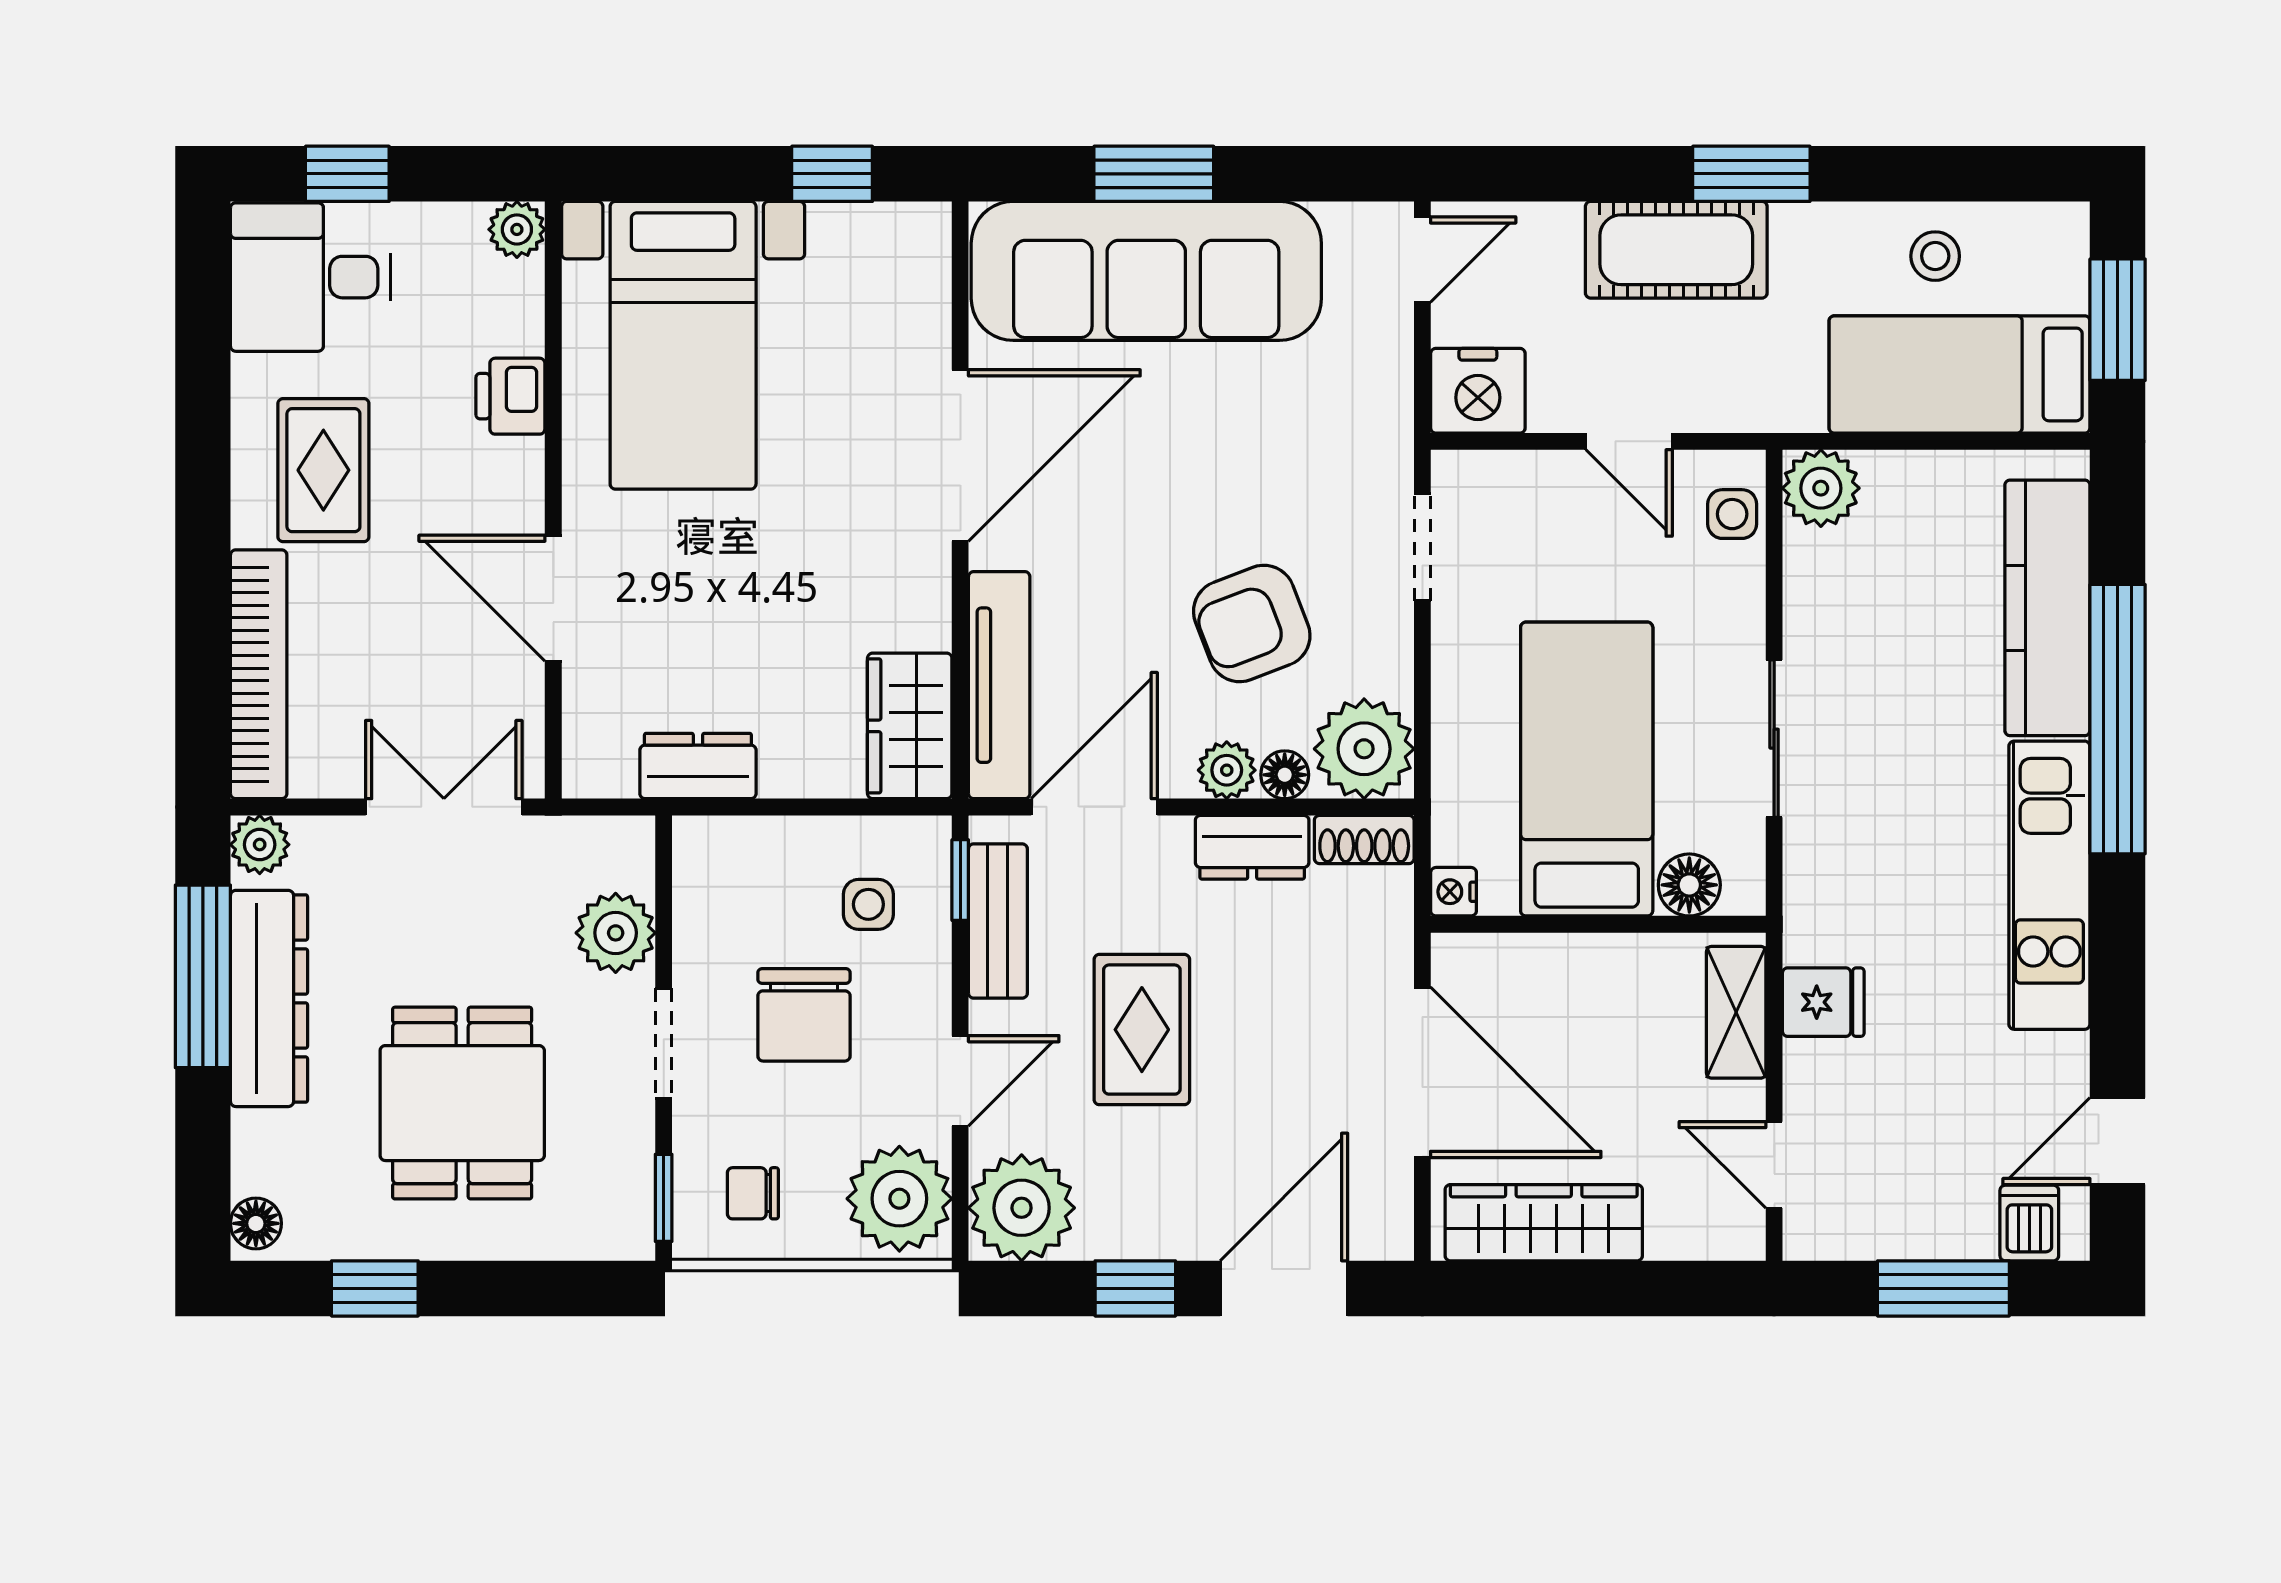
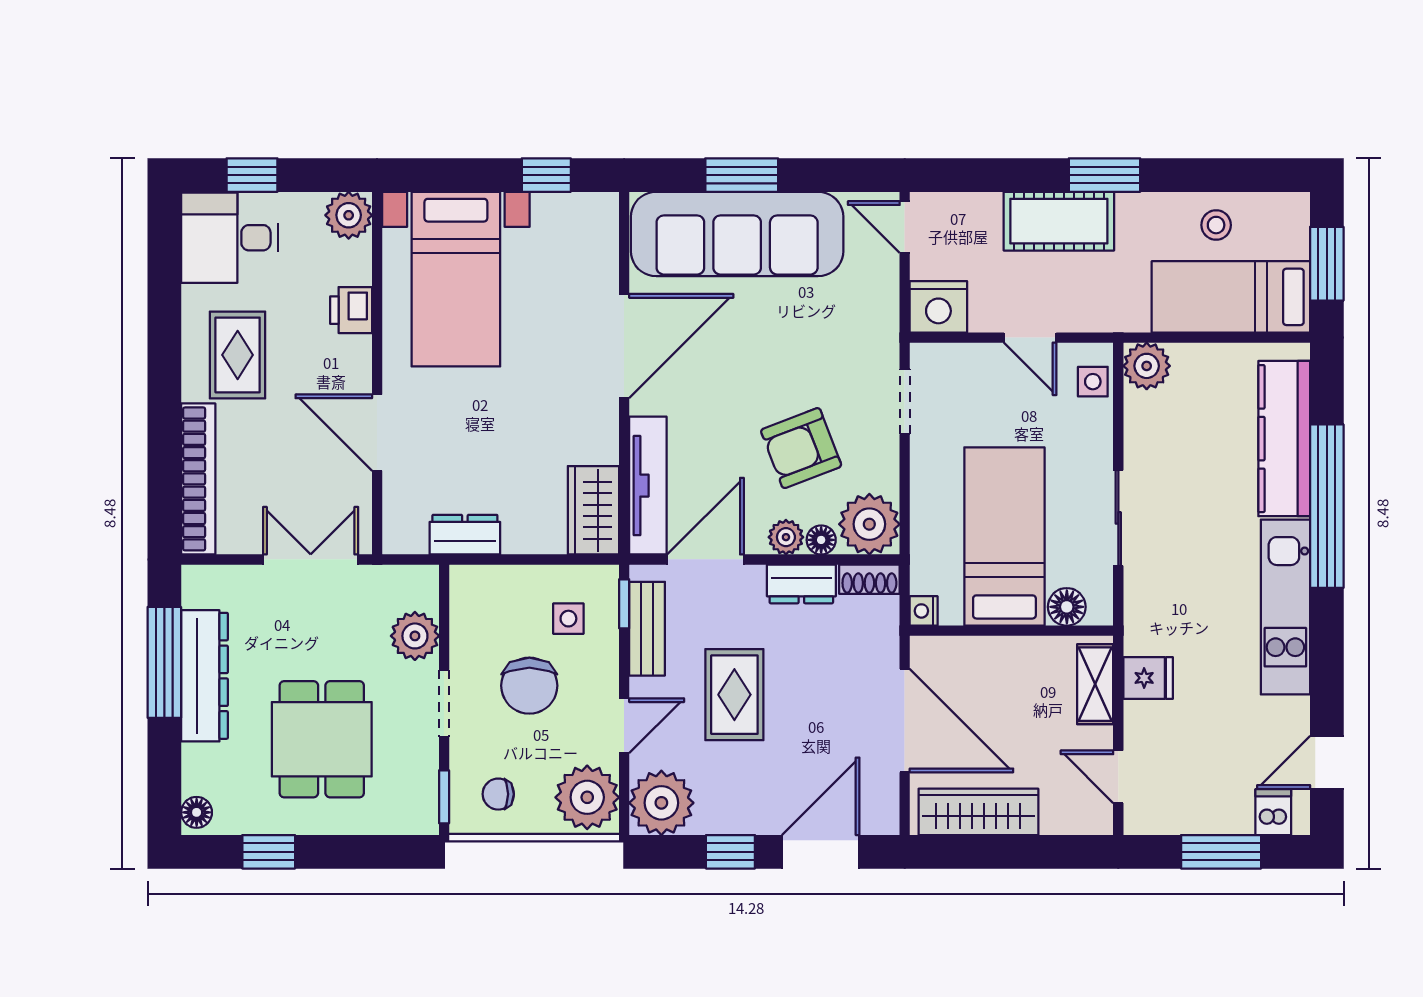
plant: (517, 229) -> (349, 215), width x1.38, depth x1.38
door: (1422, 259) -> (905, 227), swing flipped
plant: (260, 845) -> (199, 582), removed

